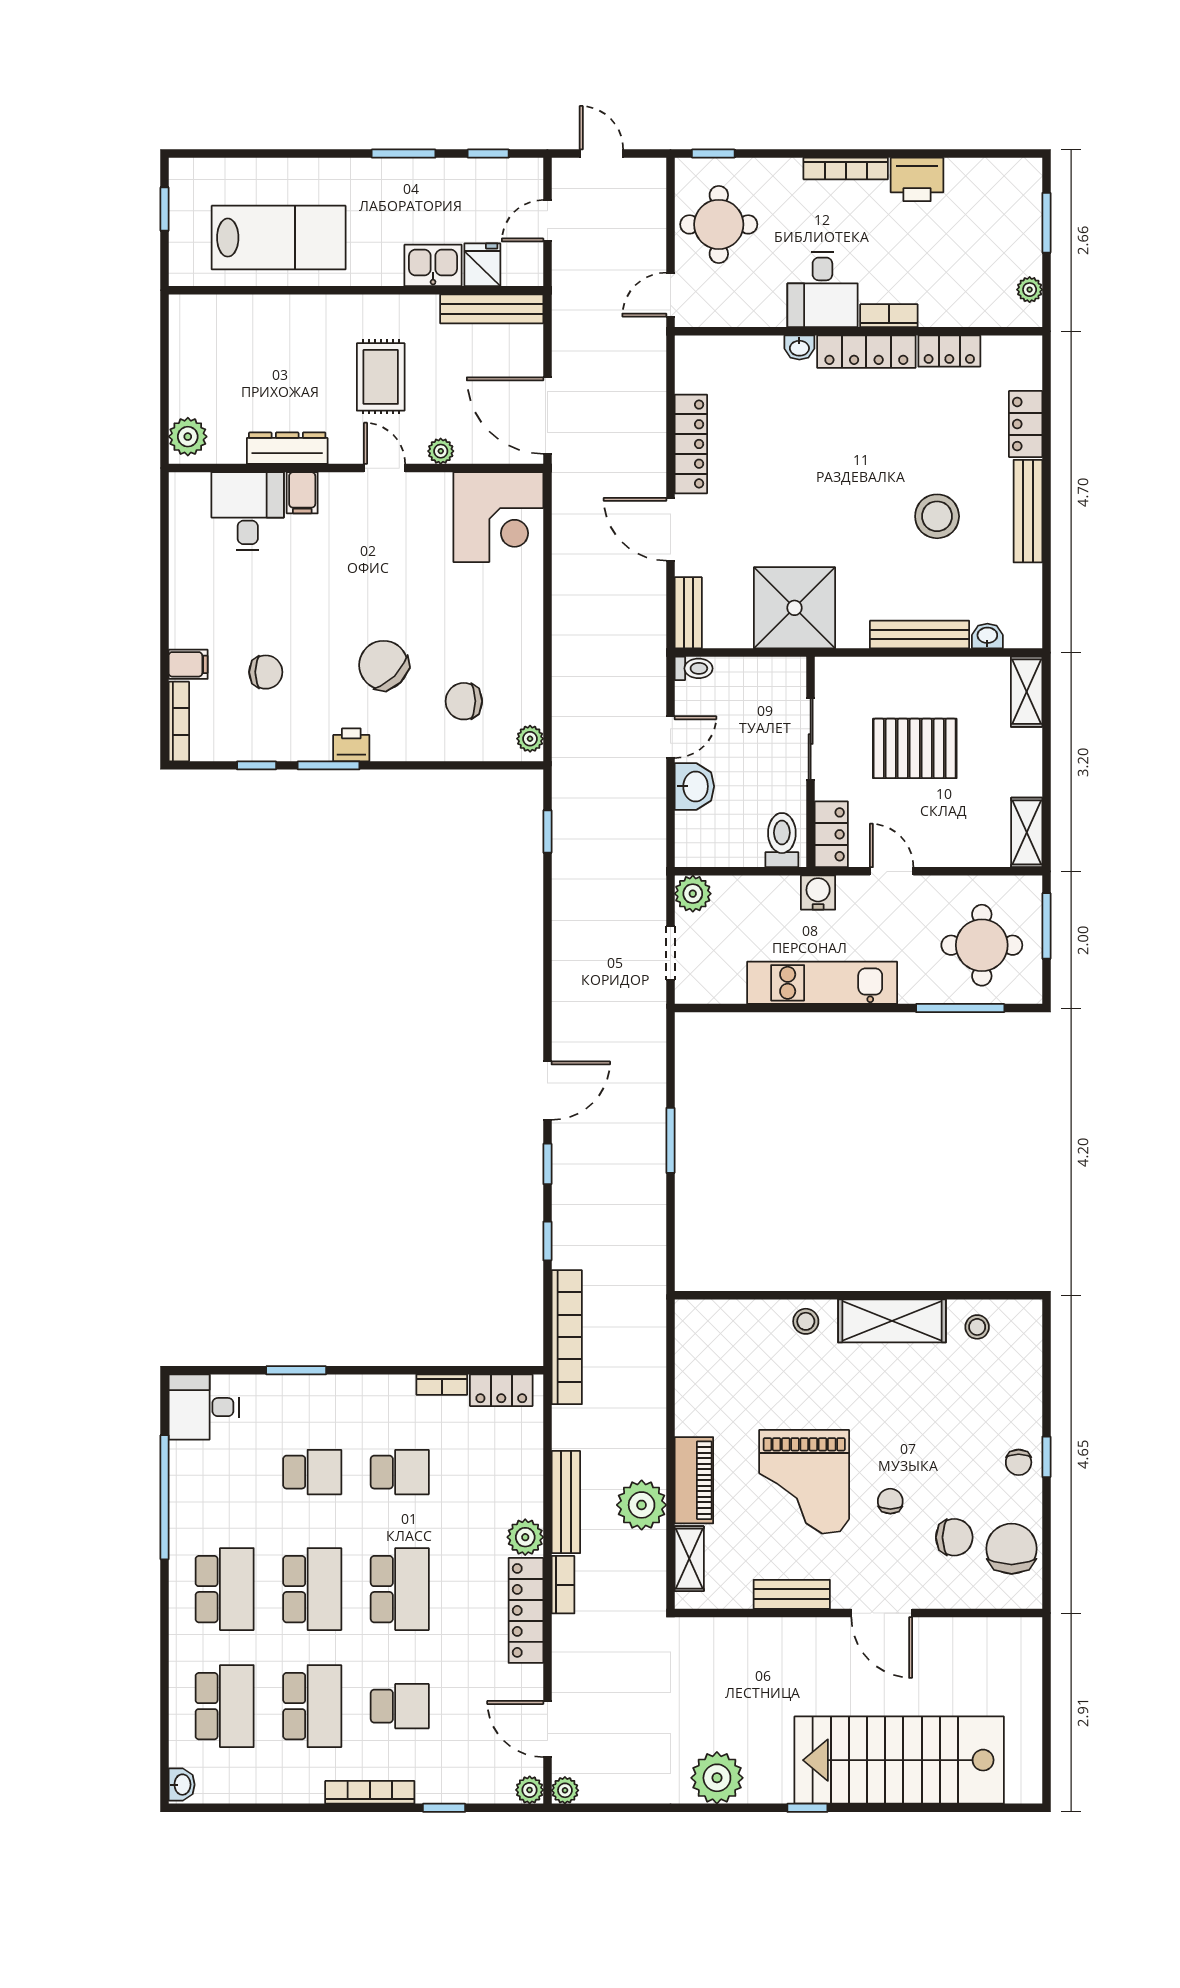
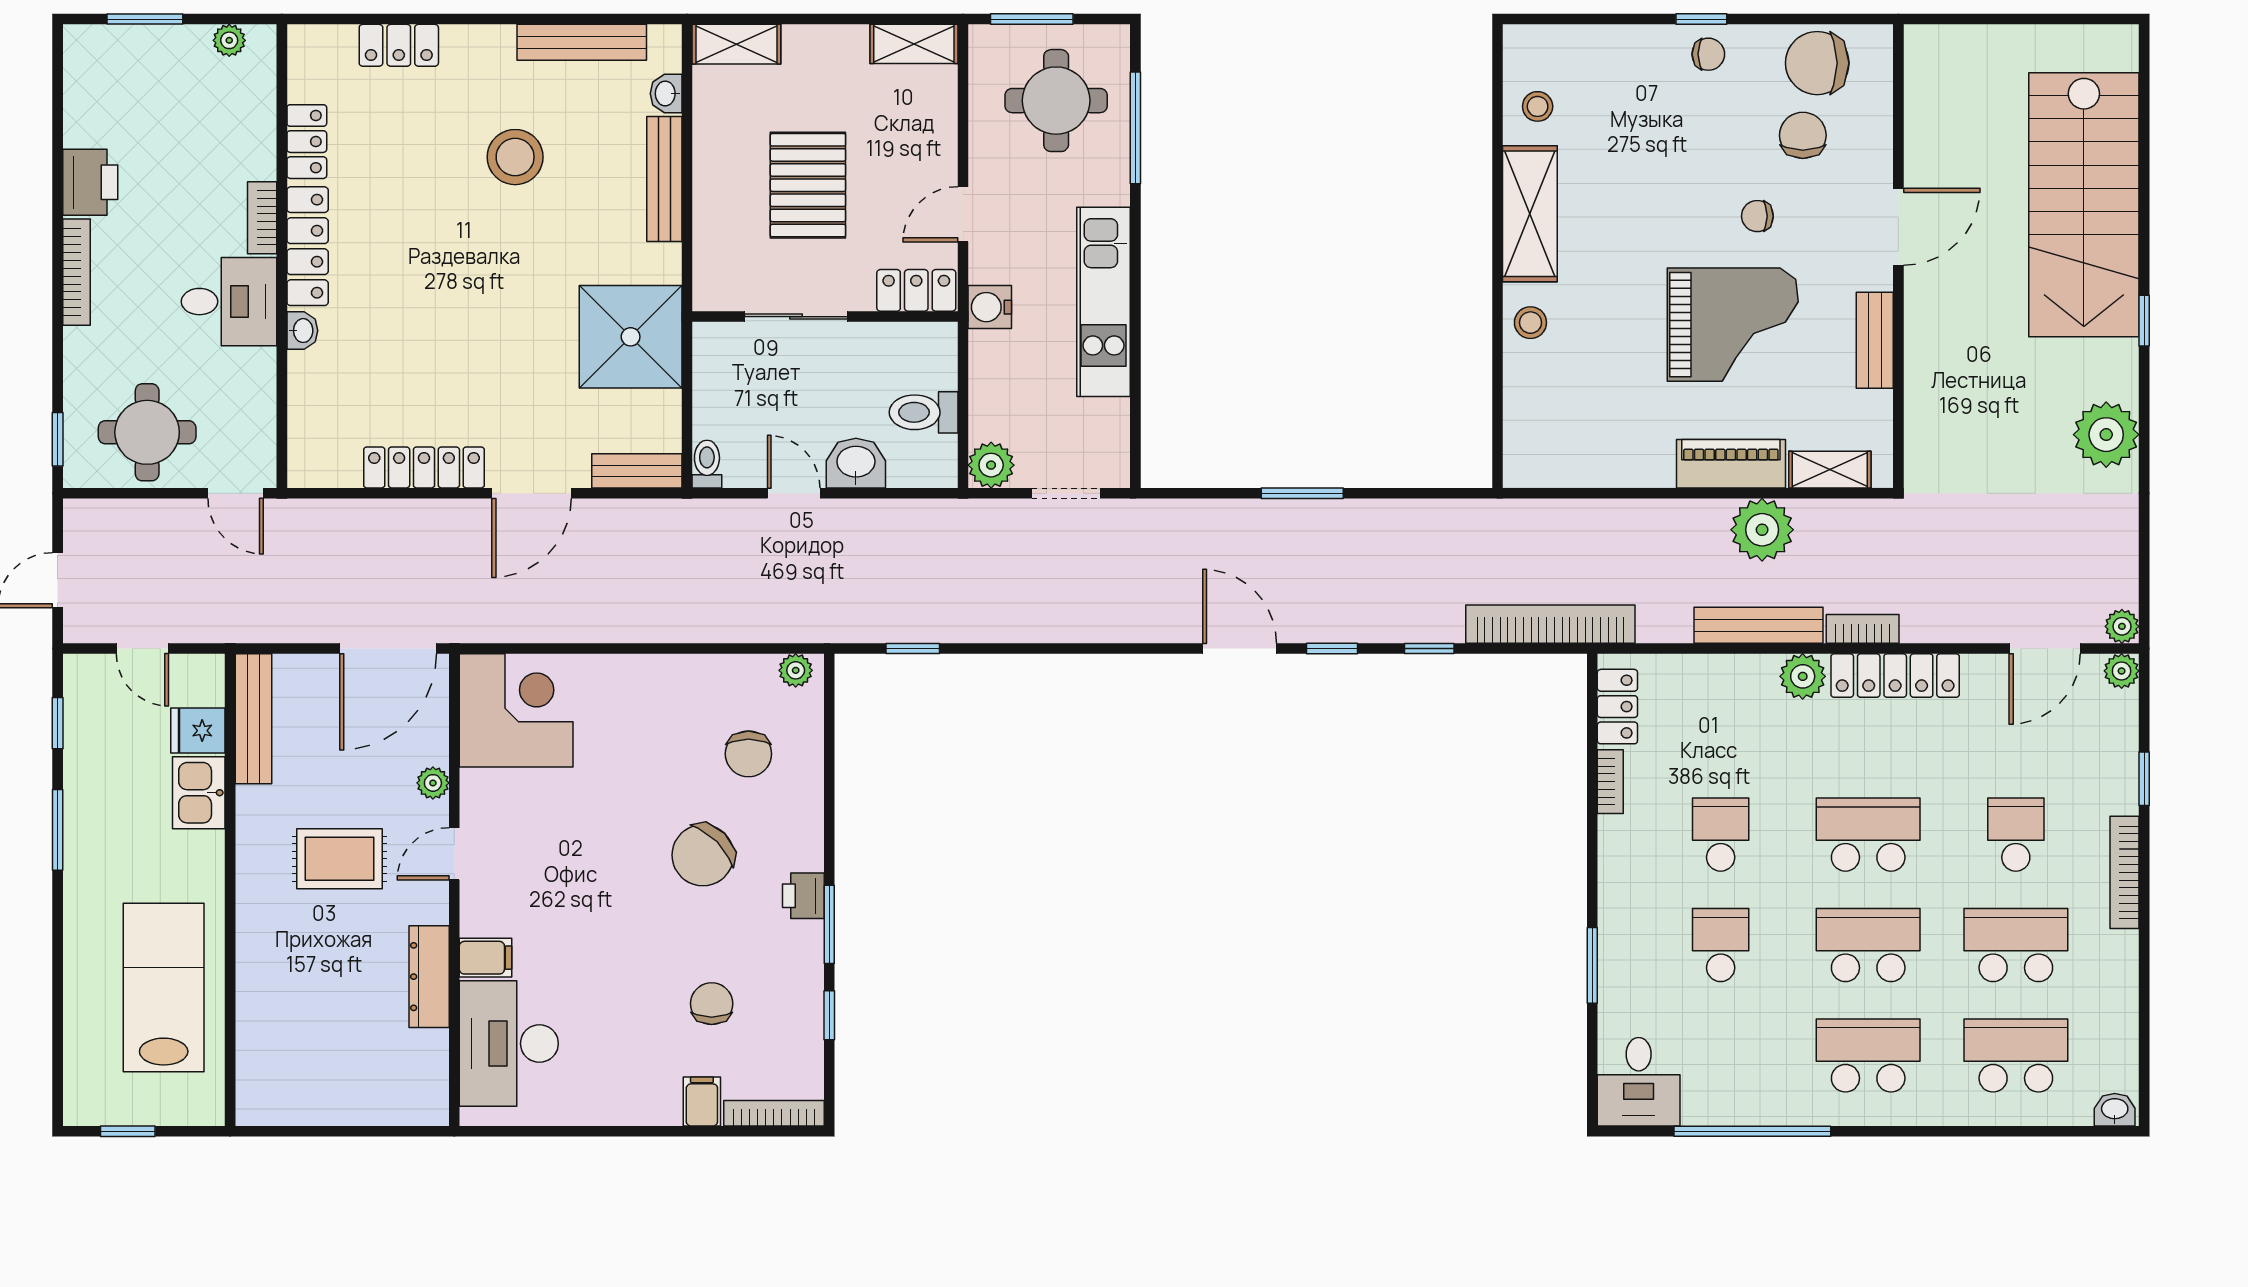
plant: (188, 437) -> (415, 1102), removed
desk: (248, 511) -> (509, 1044), width x1.37
bench: (1028, 511) -> (582, 42), moved
toilet: (782, 840) -> (924, 412), moved

